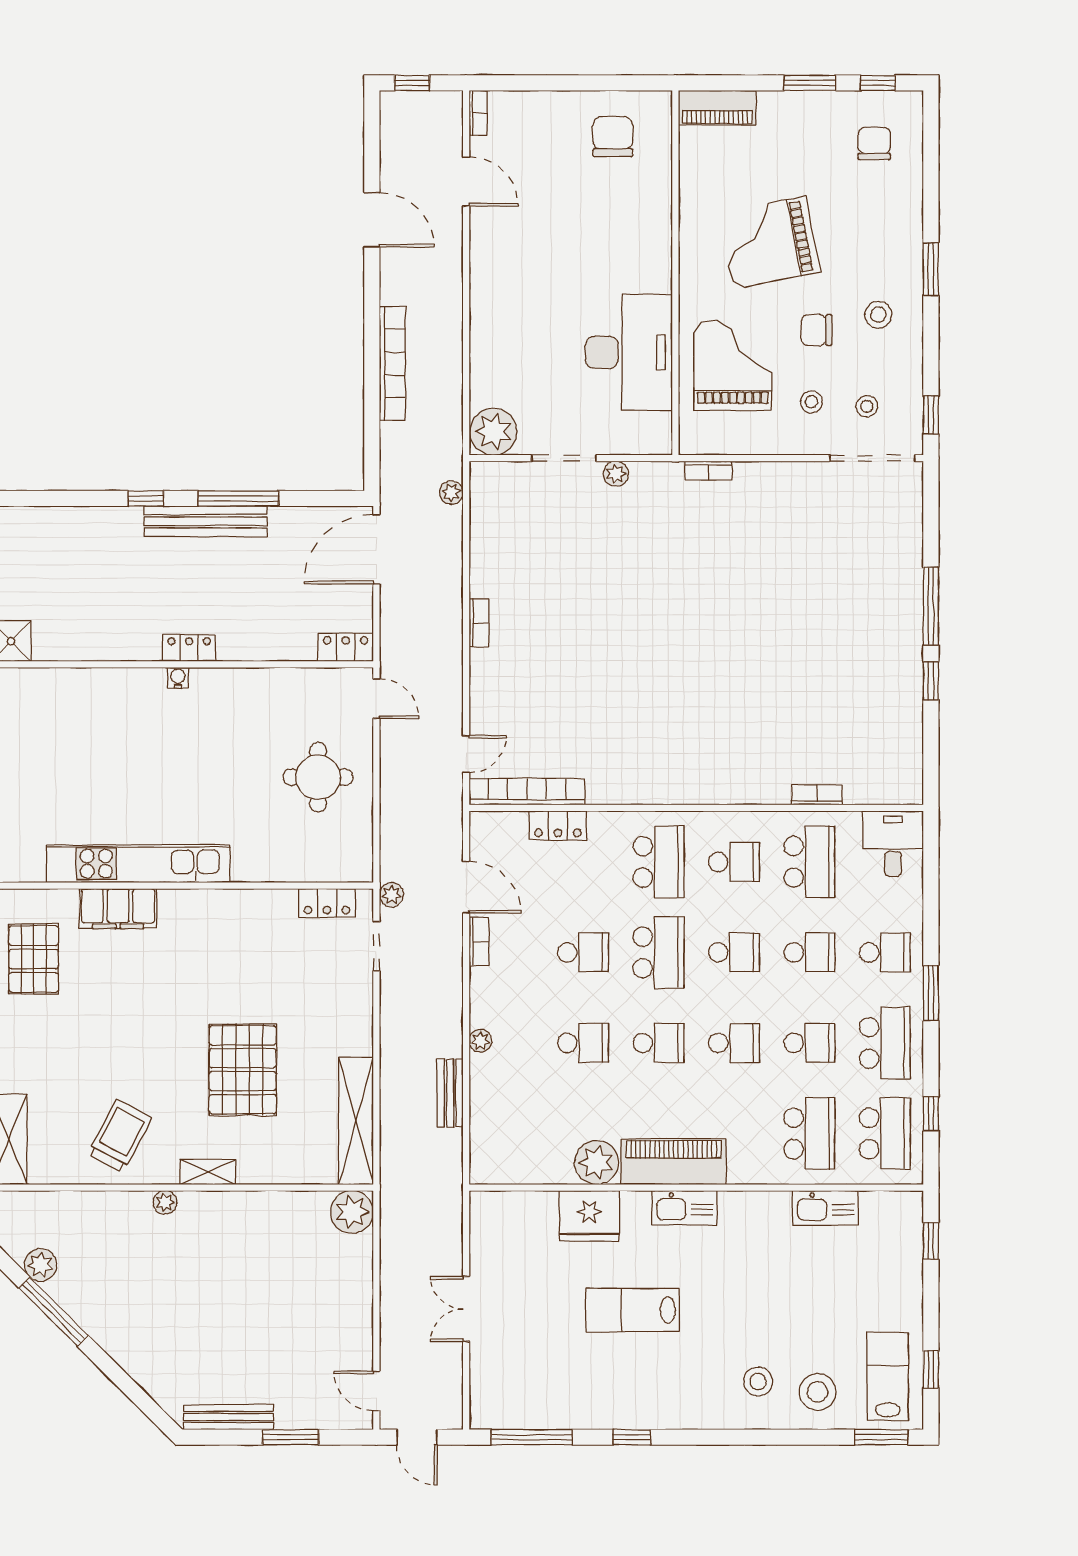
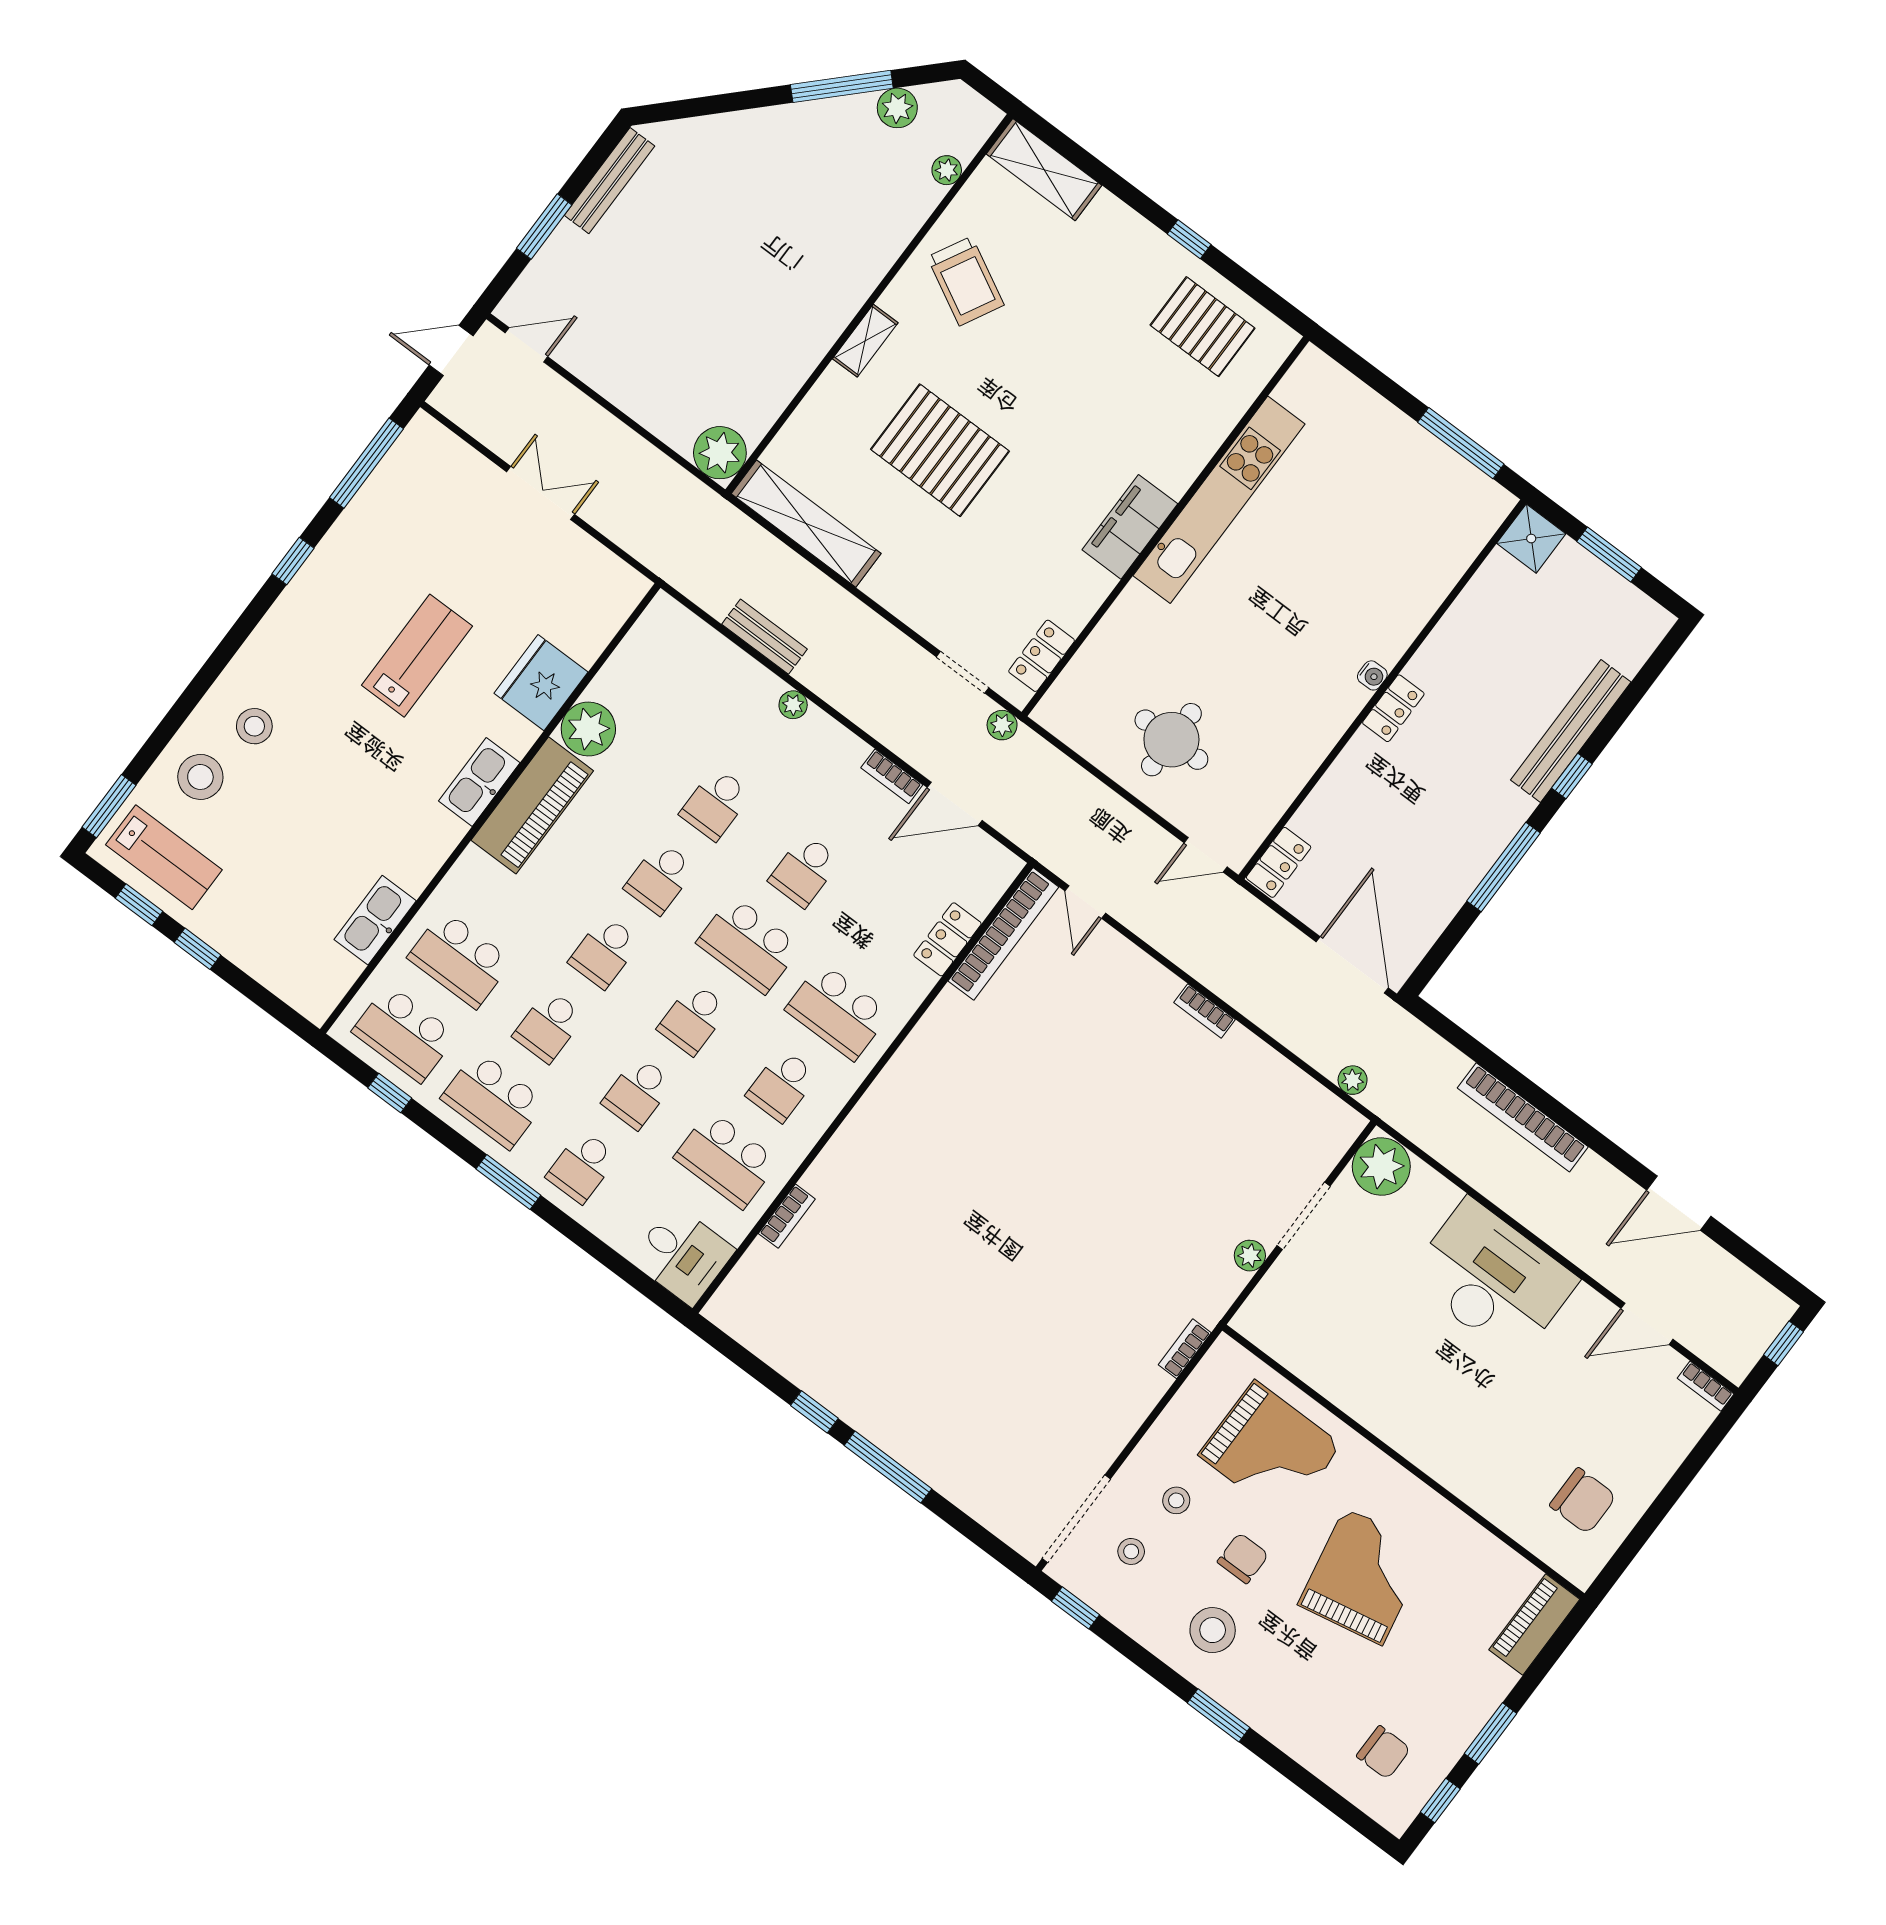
stool: (878, 315) -> (1213, 1630), width x1.38, depth x1.38
desk: (629, 352) -> (1492, 1279), moved, turned 180
bench: (205, 521) -> (1571, 731), moved
filing cabinet: (118, 909) -> (1130, 527), moved
plant: (165, 1202) -> (947, 170), moved
window: (931, 1241) -> (198, 949), moved

